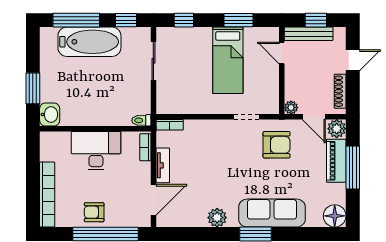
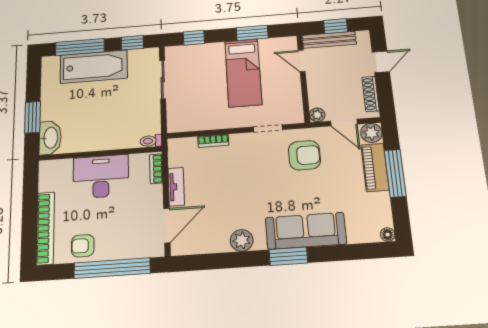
washbasin: (50, 114) -> (50, 138), width x1.38
bookcase: (170, 125) -> (213, 141), moved
armchair: (94, 212) -> (83, 246), moved
floor lamp: (335, 216) -> (388, 235), width x0.53, depth x0.53

